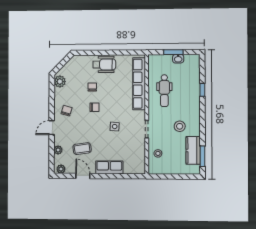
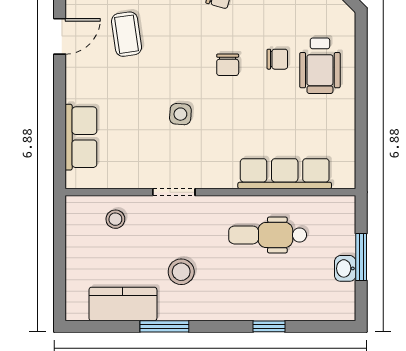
wheelchair: (104, 64) -> (320, 66), moved
row of seats: (139, 84) -> (285, 174), width x0.73
window: (203, 156) -> (164, 326), moved
row of seats: (109, 167) -> (81, 137), moved

